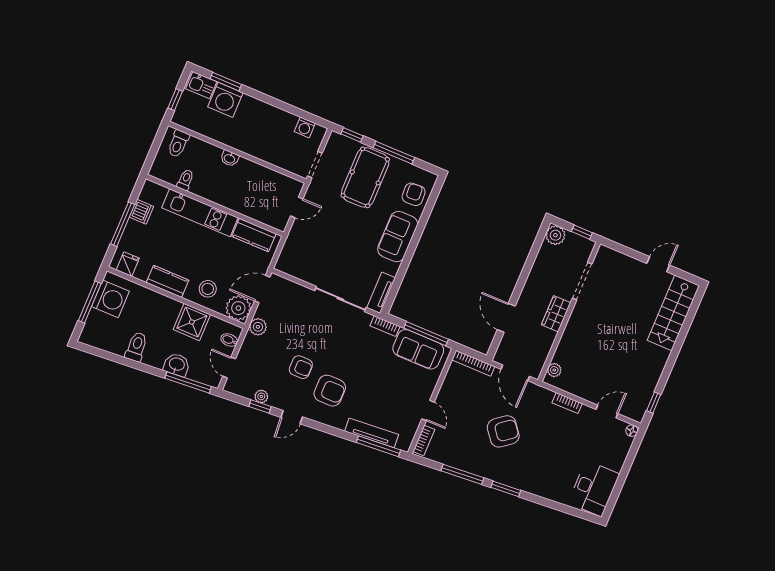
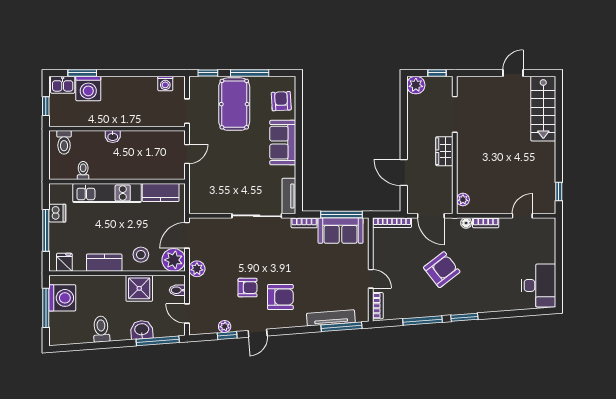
floor lamp: (632, 431) -> (466, 223), moved

